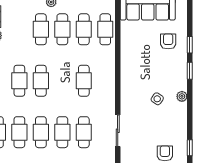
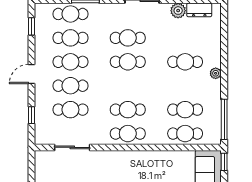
cafe table: (62, 29) -> (128, 134), moved

